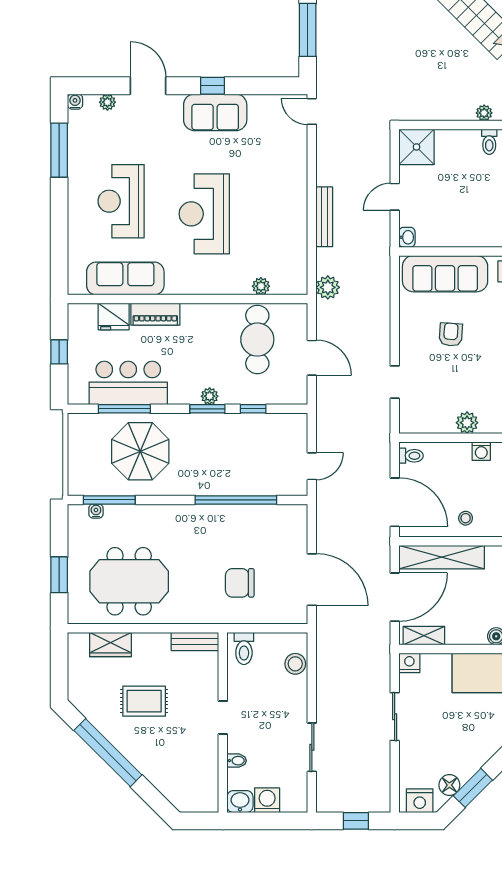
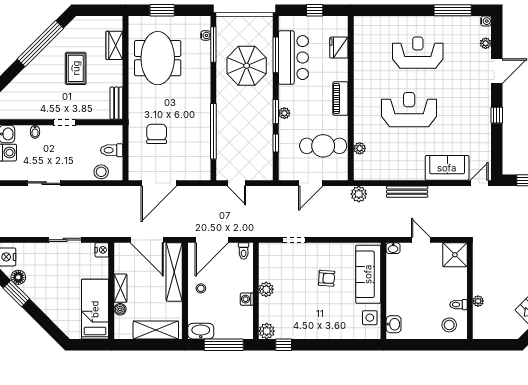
sofa: (215, 112) -> (447, 168), moved, turned 90
sofa: (125, 278) -> (365, 56), removed
piano: (155, 314) -> (340, 99), moved
shelving: (424, 636) -> (121, 288), moved
toilet: (244, 649) -> (112, 150), moved

